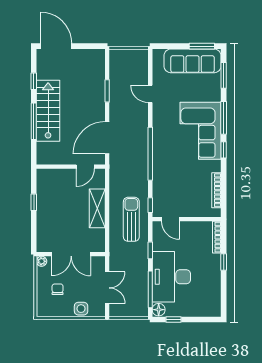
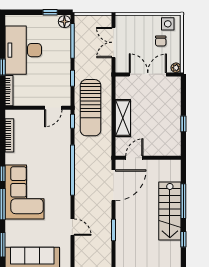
sun lounger: (131, 219) -> (91, 108), width x1.36, depth x1.34
door: (171, 219) -> (53, 108), swing flipped
desk: (171, 277) -> (23, 50), moved, turned 180
side table: (81, 309) -> (168, 24), moved

